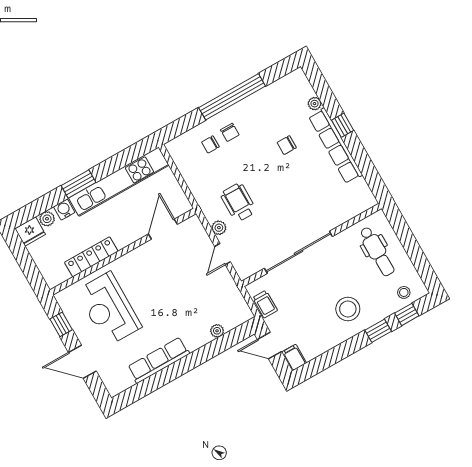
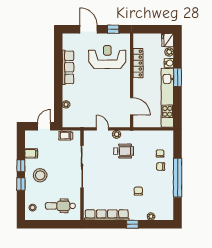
row of seats: (335, 146) -> (107, 215), moved
window: (407, 314) -> (21, 166), moved
filing cabinet: (294, 358) -> (31, 153), moved
door: (82, 362) -> (89, 29), hinge flipped

